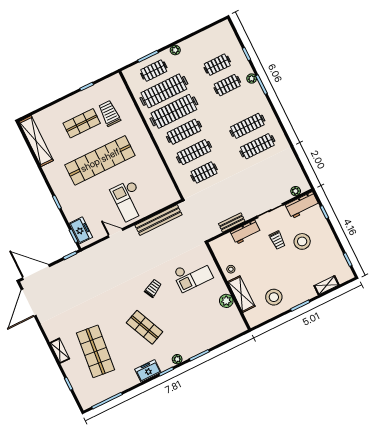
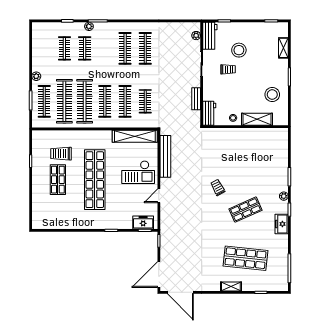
clothes rail: (154, 71) -> (44, 101), width x1.36
shelving: (36, 141) -> (135, 136), moved
workbench: (246, 232) -> (209, 113), moved
checkout: (193, 275) -> (222, 151), removed
plant: (226, 301) -> (257, 134), removed

